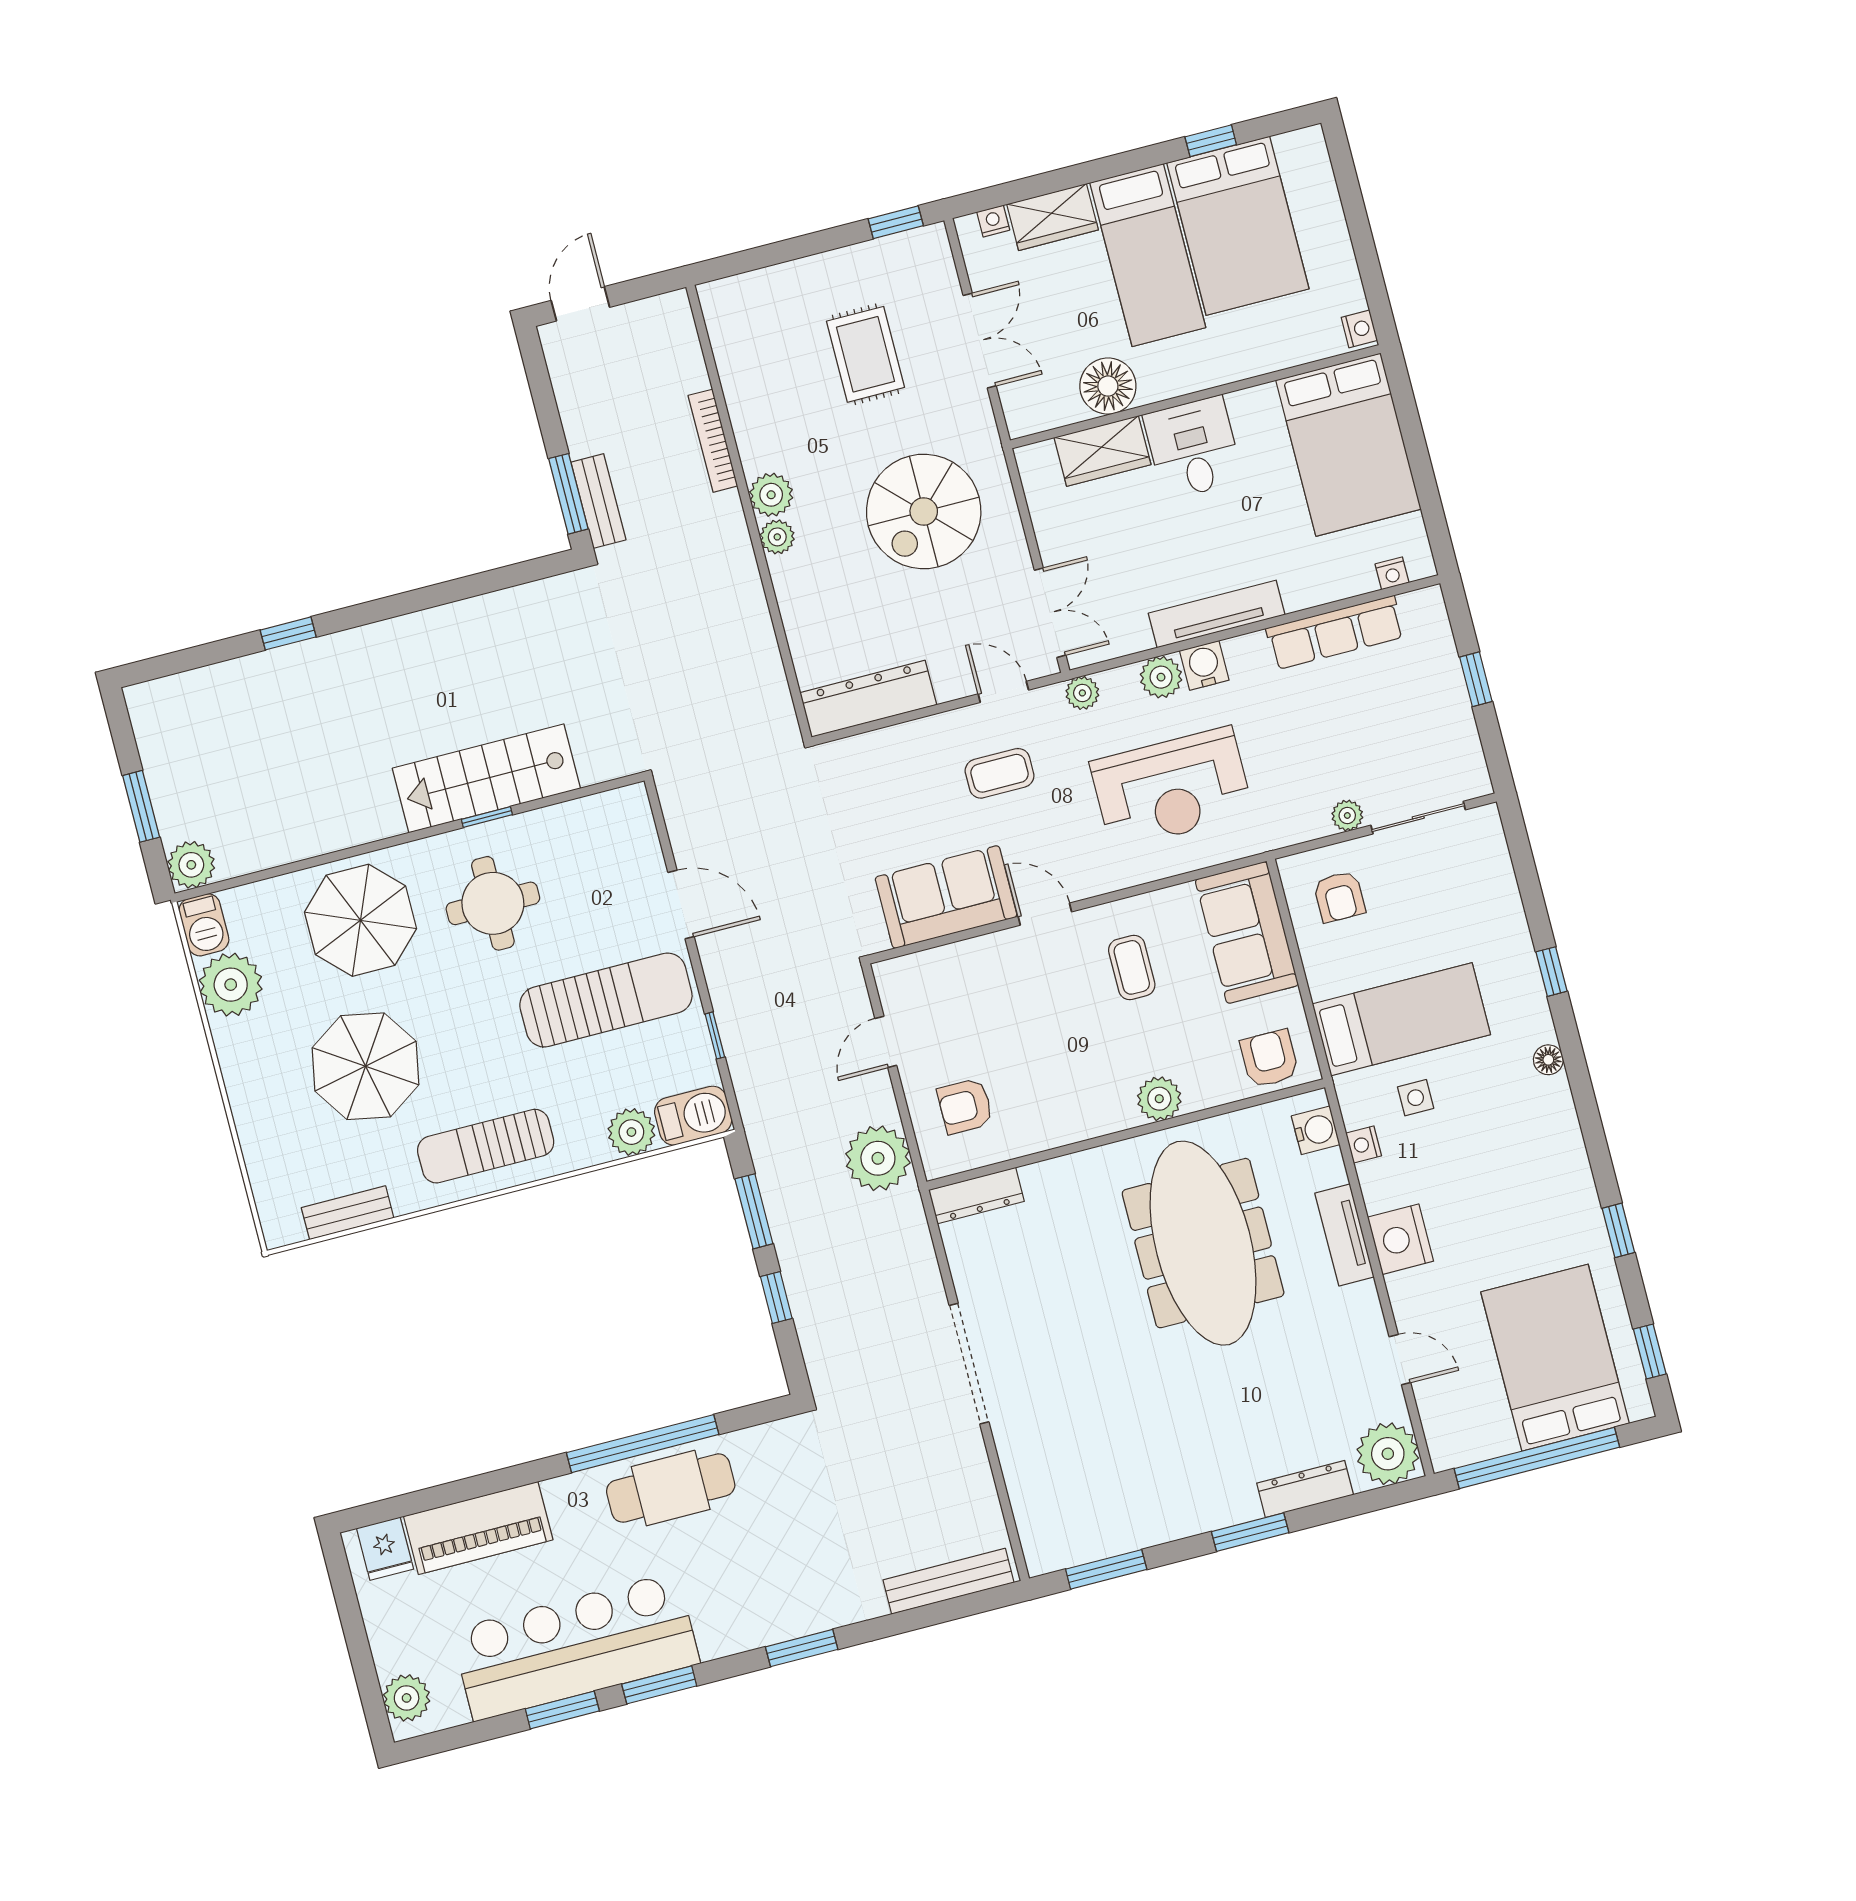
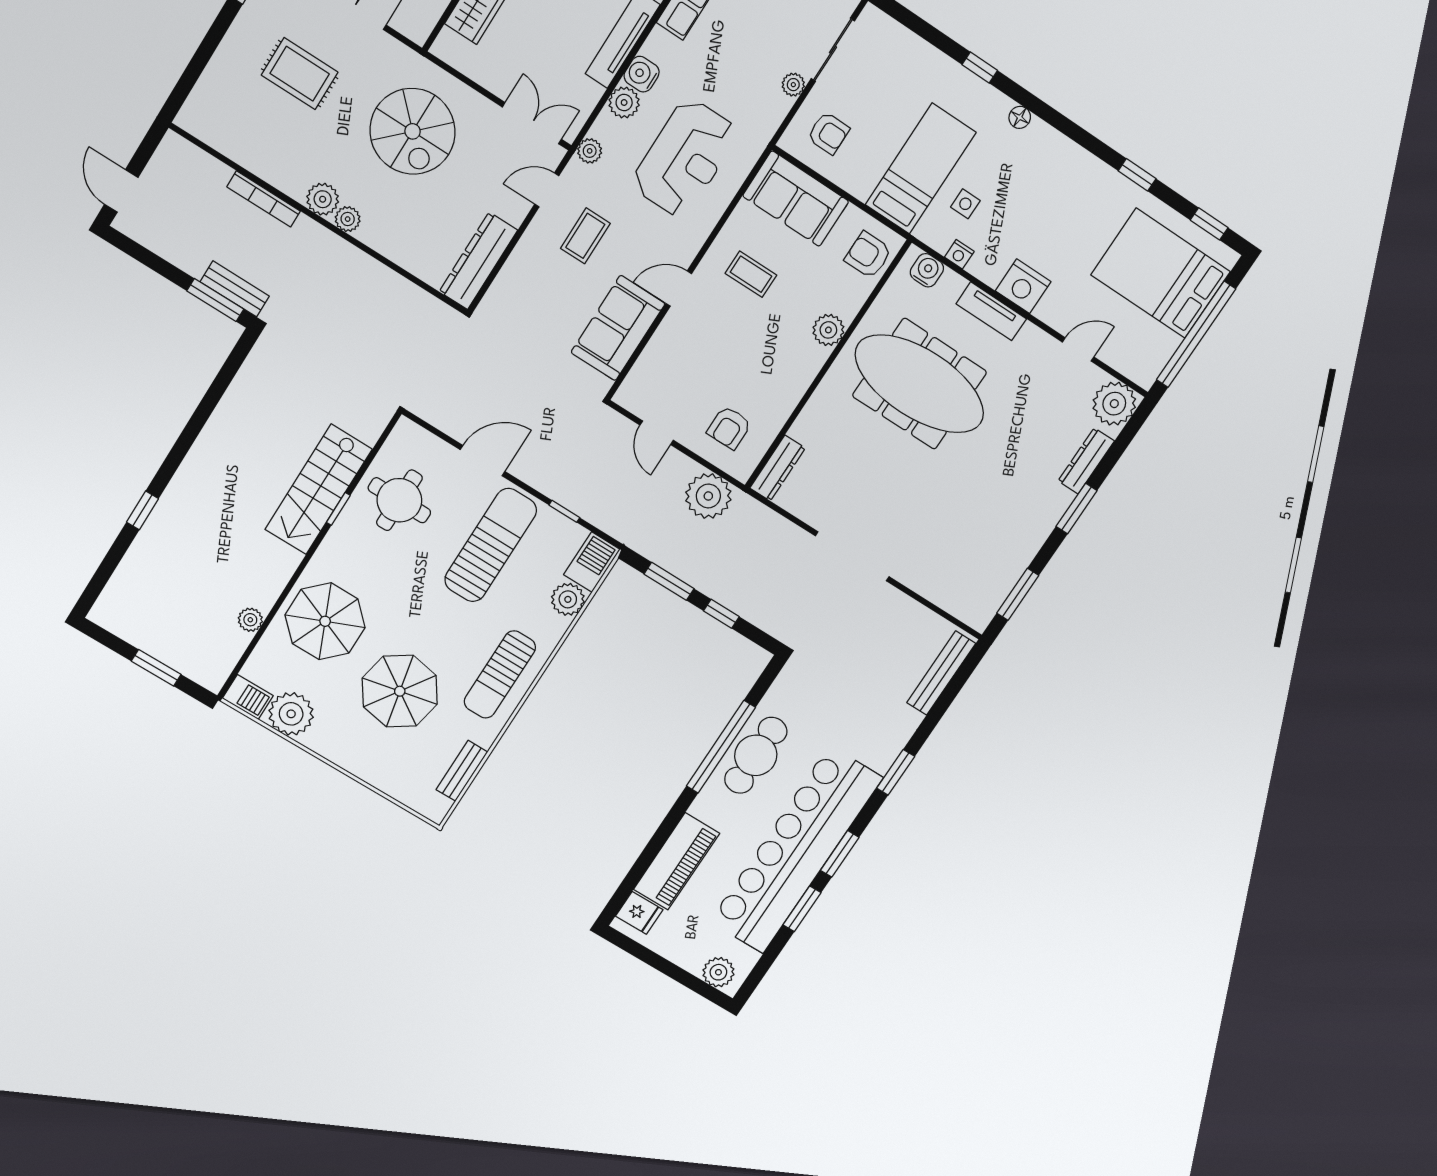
plant: (191, 865) -> (250, 620), moved, width x0.73, depth x0.73
round table: (493, 903) -> (399, 500), moved
bar counter: (575, 1647) -> (796, 850), width x1.36

